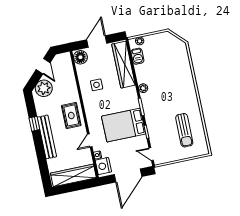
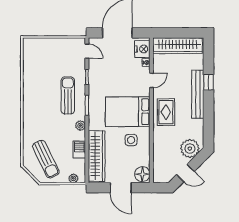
door: (97, 41) -> (121, 188), hinge flipped
sun lounger: (167, 53) -> (46, 159), added
barbecue: (137, 56) -> (79, 150), moved
door: (43, 66) -> (185, 173), swing flipped
window: (34, 124) -> (209, 82), moved
bed: (124, 125) -> (128, 112), moved, turned 180
sun lounger: (184, 130) -> (68, 95), moved

